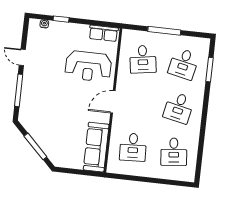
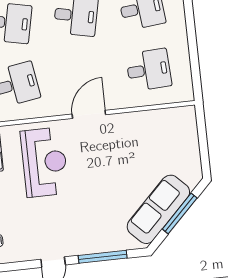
door: (113, 102) -> (89, 114), swing flipped
sofa: (96, 147) -> (158, 209), moved, turned 135

